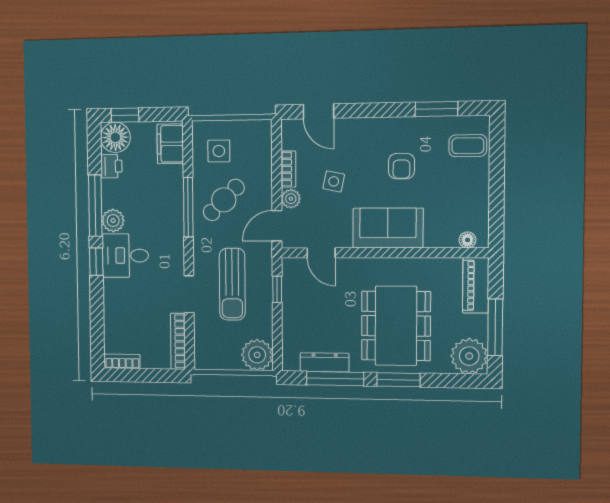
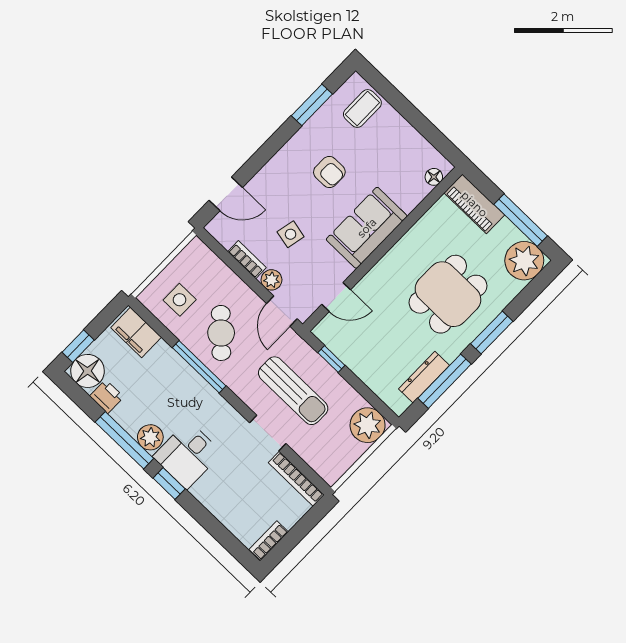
dining table: (396, 326) -> (448, 294), width x0.73

